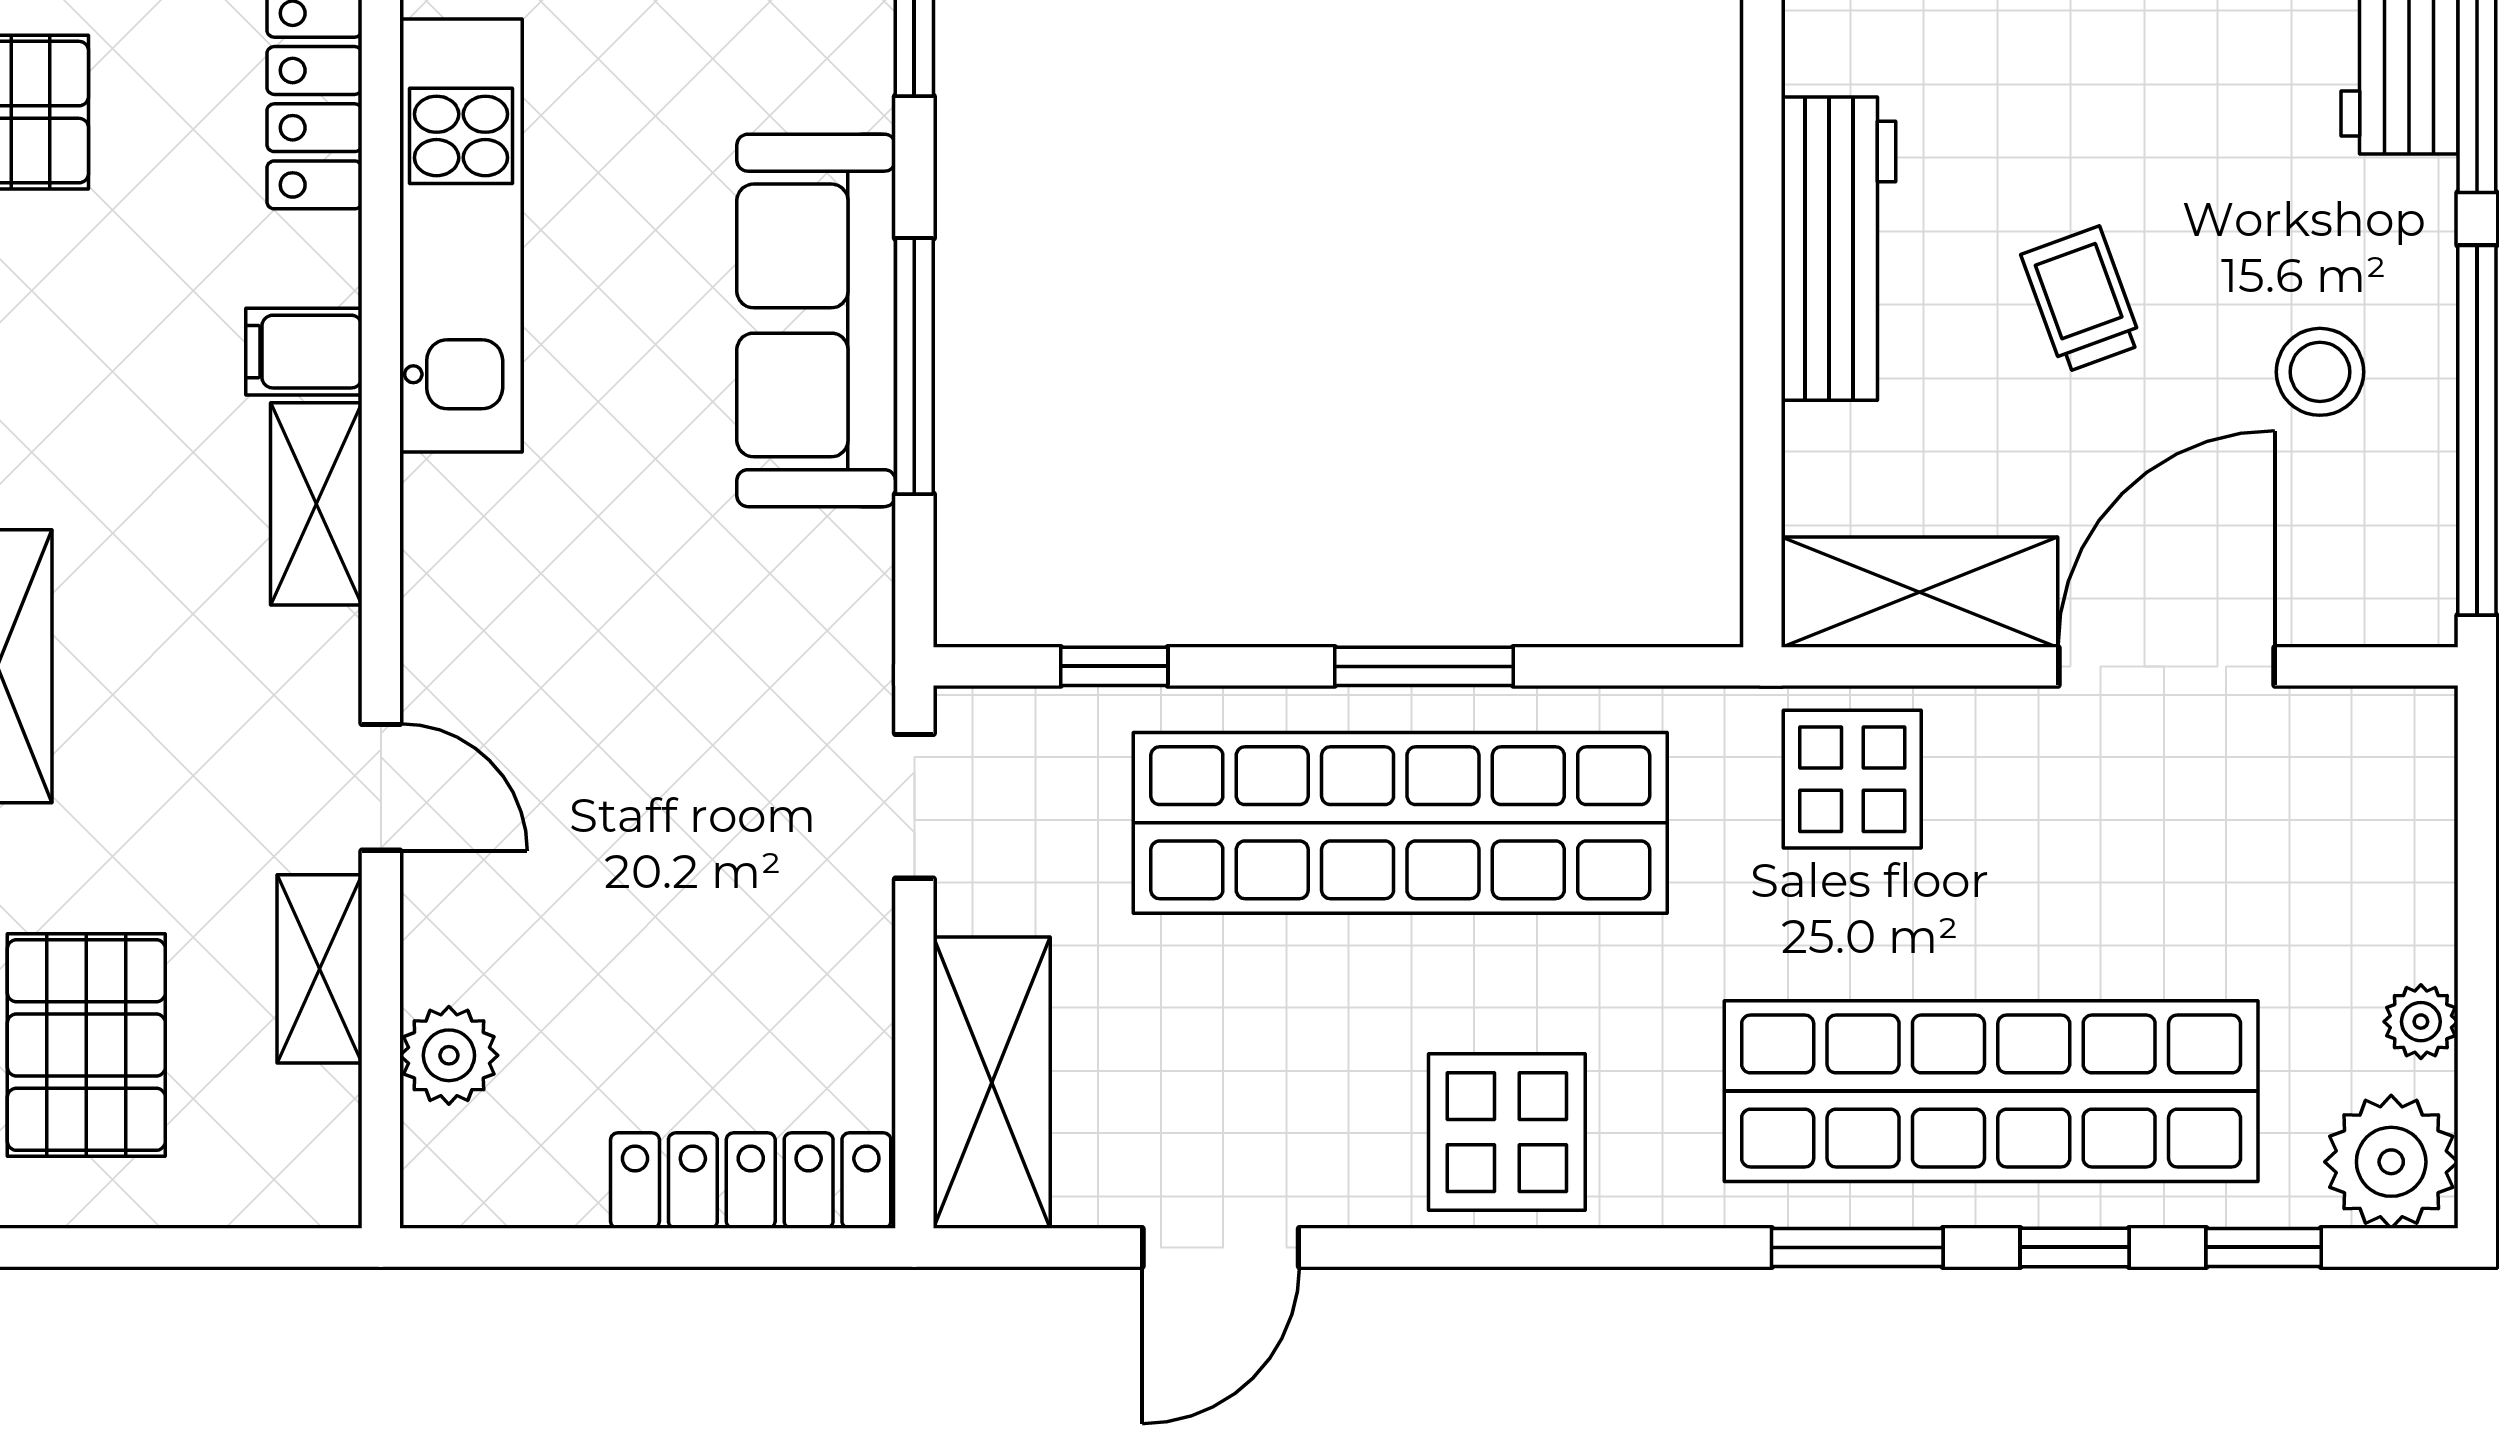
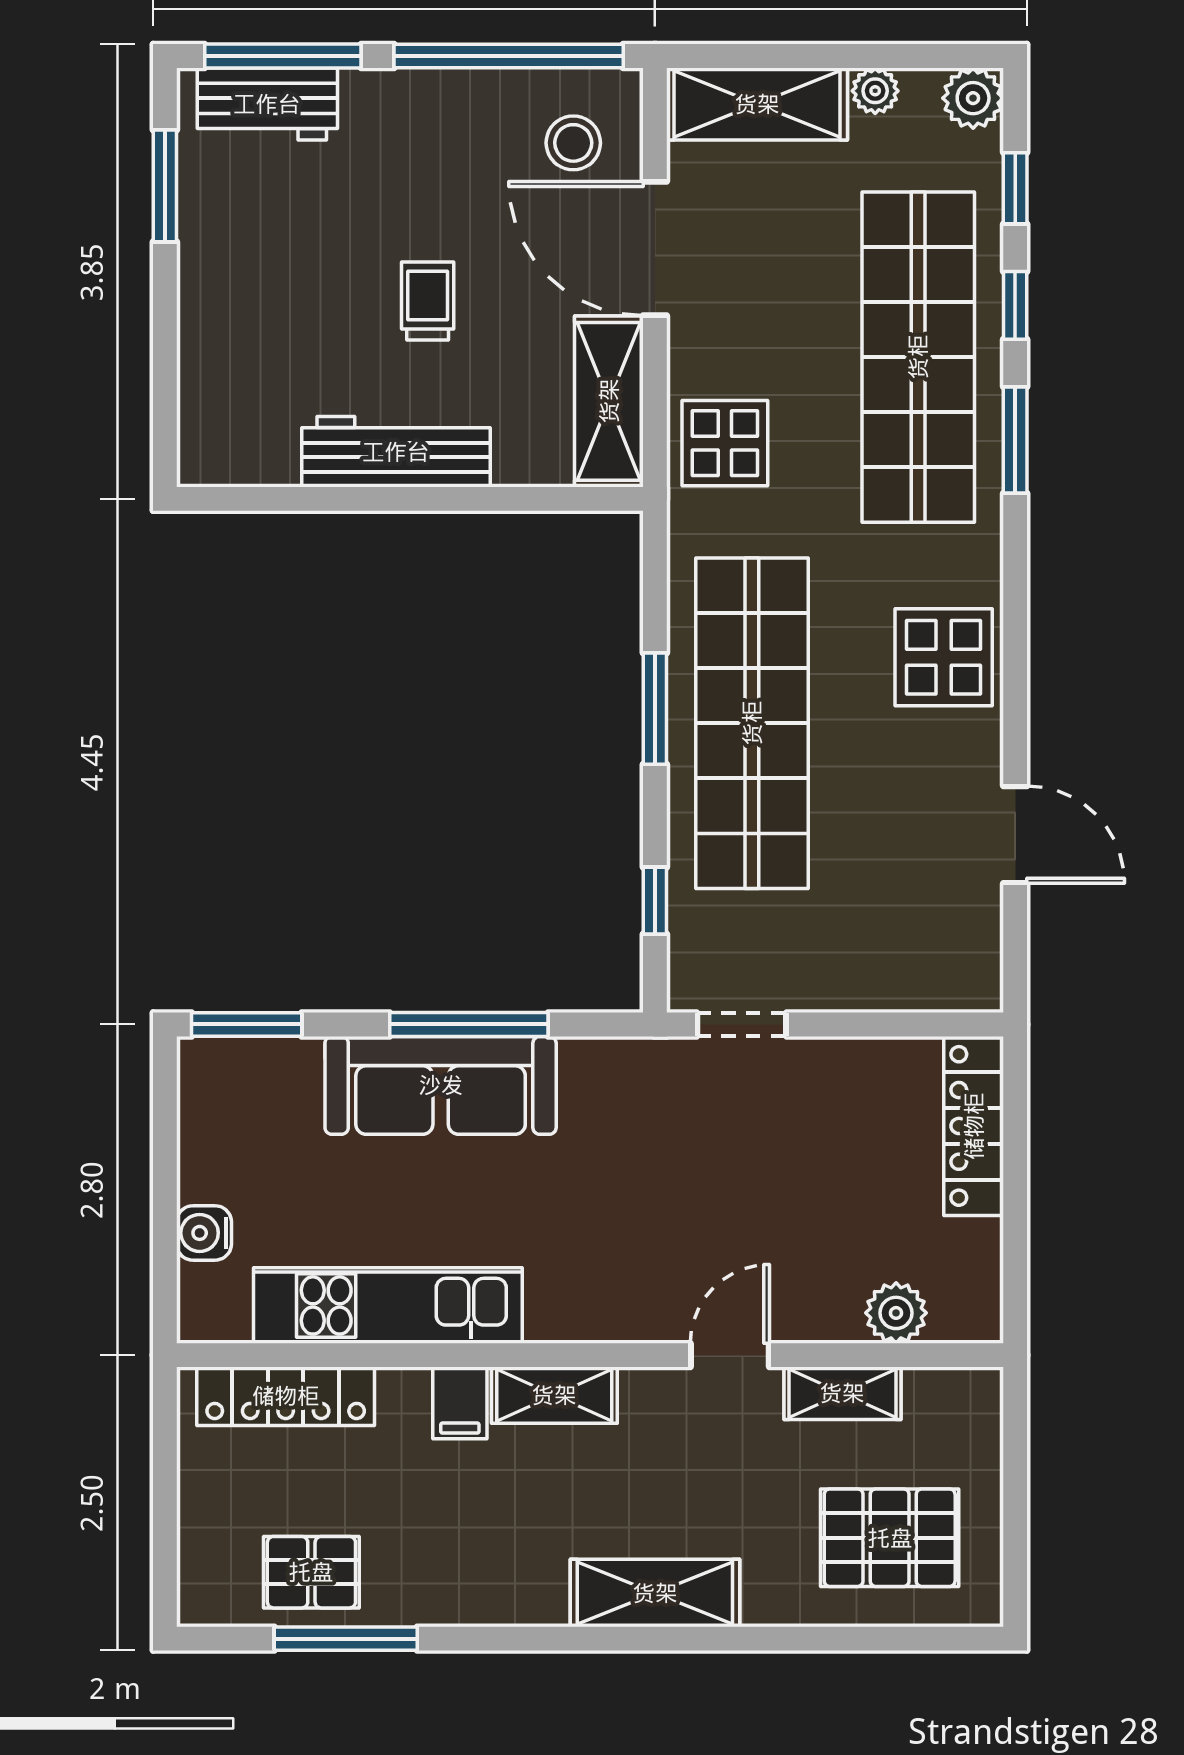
trolley: (2082, 299) -> (428, 301), turned 110
stool: (2320, 372) -> (573, 143), moved
shelving: (992, 1083) -> (757, 104), moved
plant: (2391, 1162) -> (973, 98), width x0.73, depth x0.73

